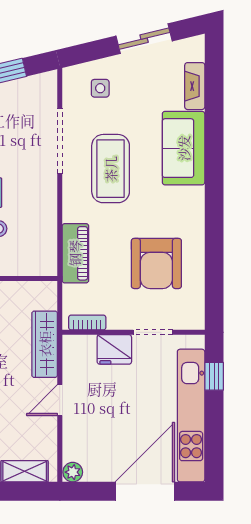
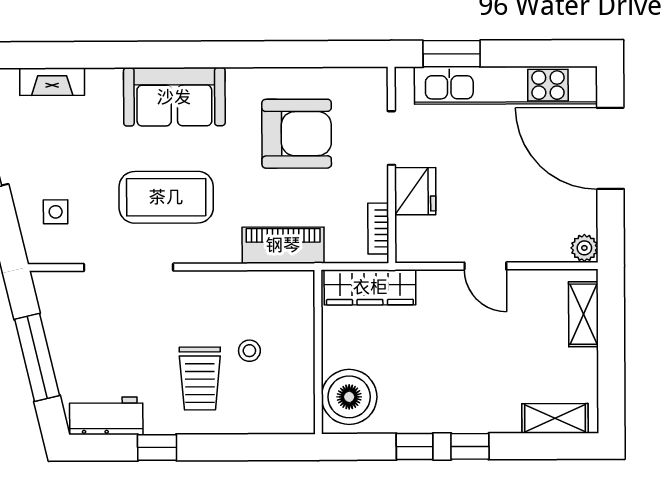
sofa: (184, 148) -> (174, 97), moved
wardrobe: (45, 344) -> (370, 287), moved
window: (214, 376) -> (452, 54), width x1.50

